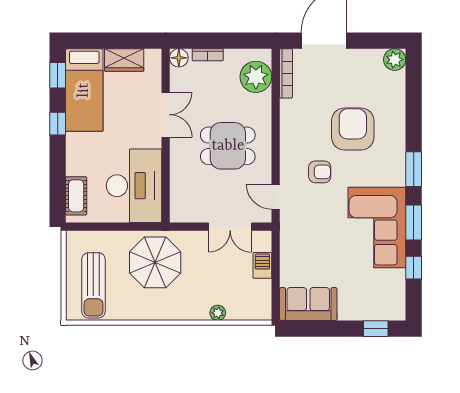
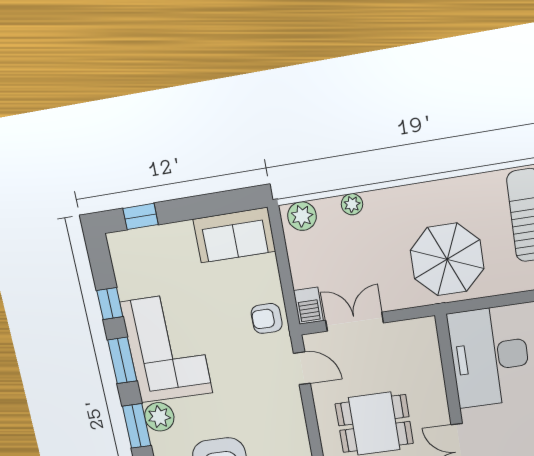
armchair: (320, 172) -> (267, 318), moved
plant: (394, 174) -> (159, 417), added
barbecue: (262, 265) -> (308, 306), moved
plant: (256, 310) -> (302, 216), added

